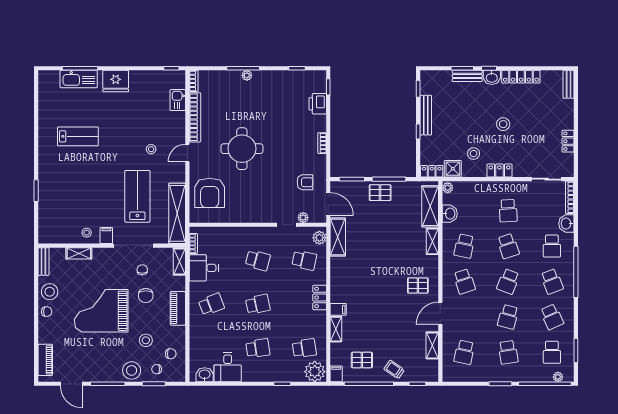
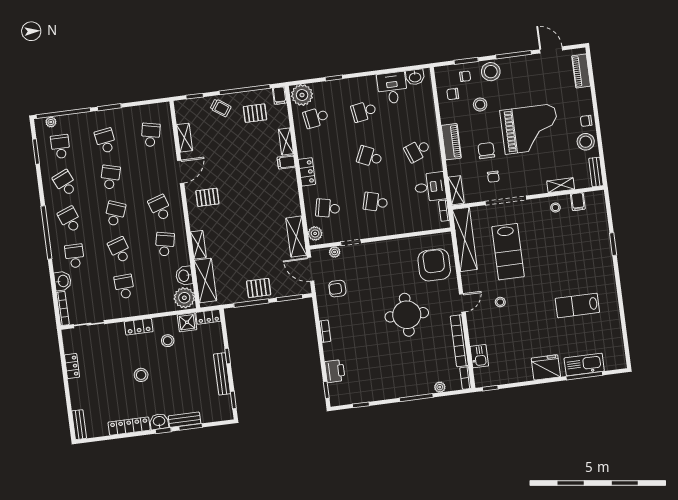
plant: (247, 75) -> (440, 387), moved
plant: (448, 188) -> (184, 298), width x1.88, depth x1.88
filing cabinet: (106, 235) -> (578, 202), moved
school desk: (258, 304) -> (370, 157), turned 36

